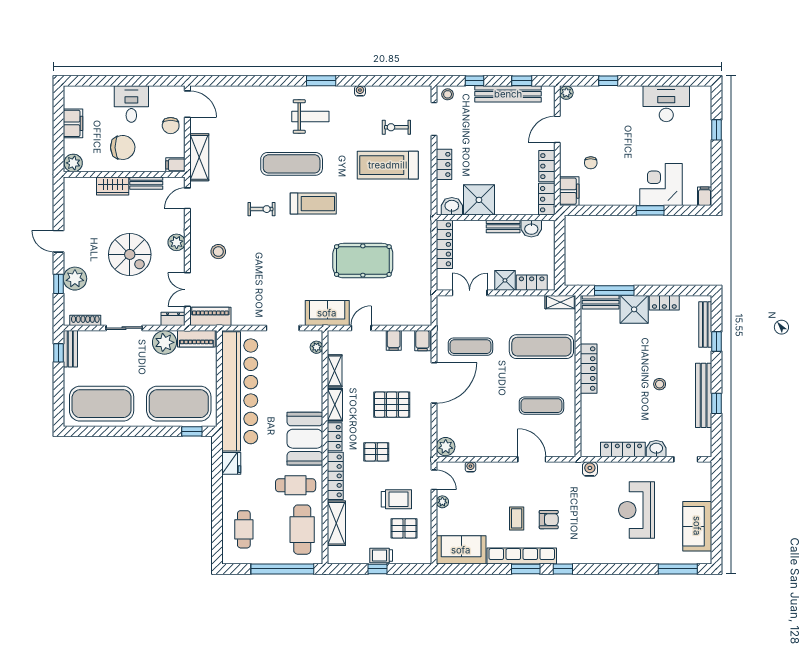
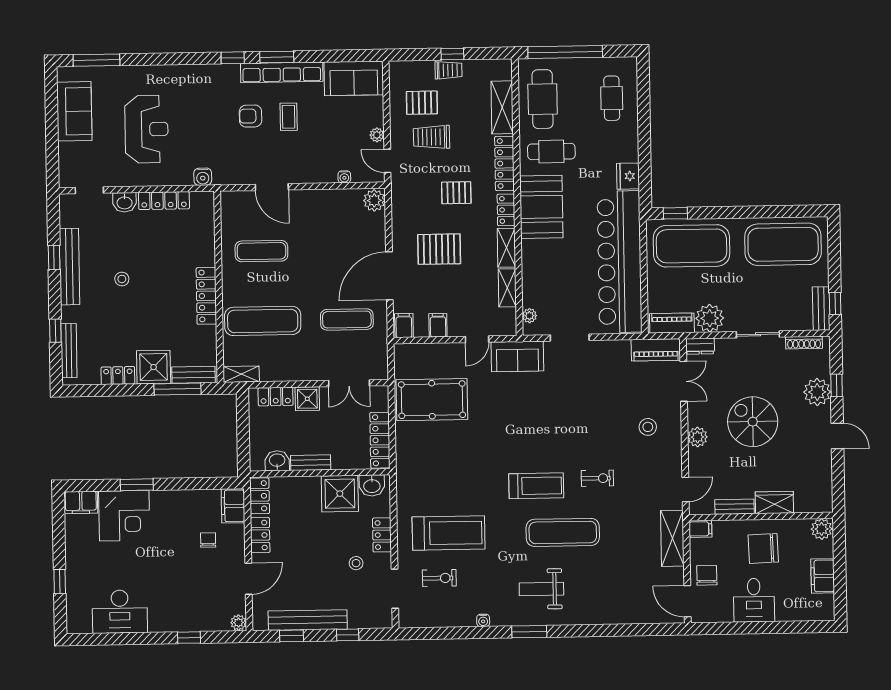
stool: (448, 94) -> (356, 563), moved
filing cabinet: (705, 196) -> (81, 502), width x2.00
treadmill: (313, 204) -> (536, 486), turned 180
exercise bike: (262, 209) -> (597, 478), turned 180
pool table: (363, 261) -> (432, 400), moved

